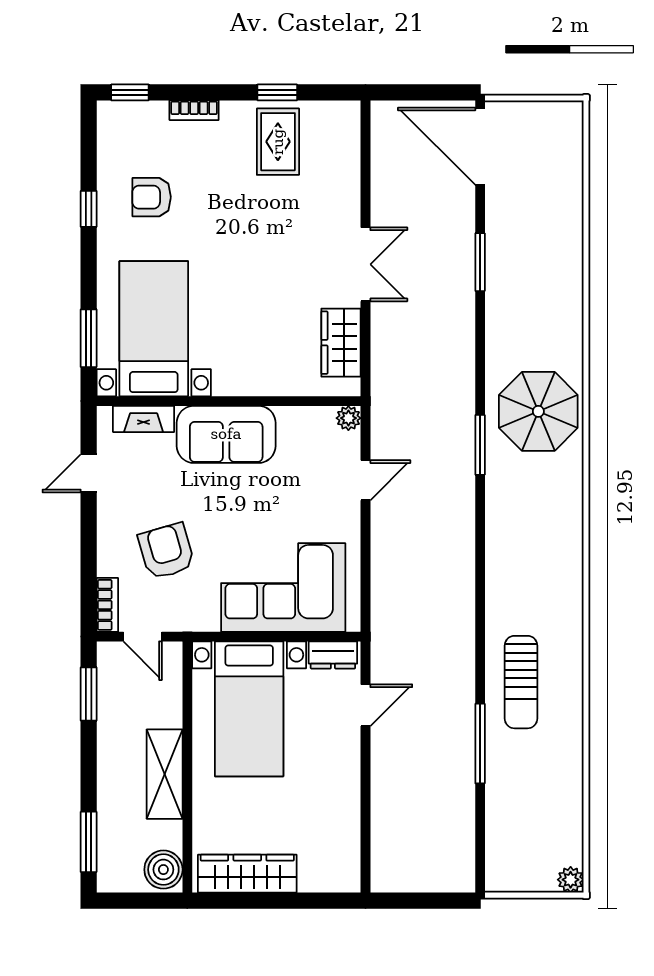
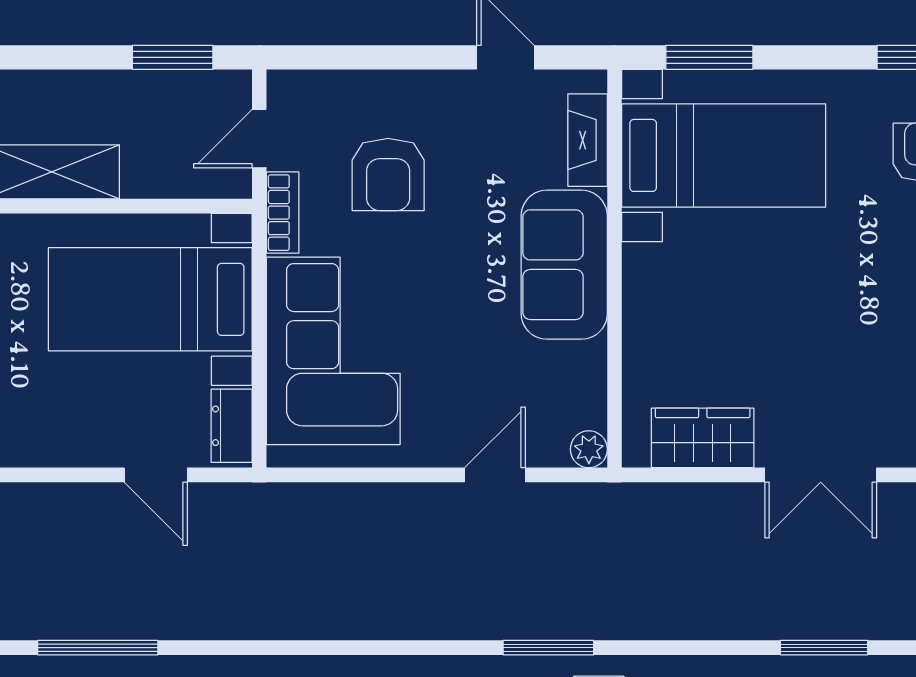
door: (366, 480) -> (495, 475), swing flipped
armchair: (166, 551) -> (388, 174), turned 106
bookcase: (107, 605) -> (283, 213), moved, turned -90

